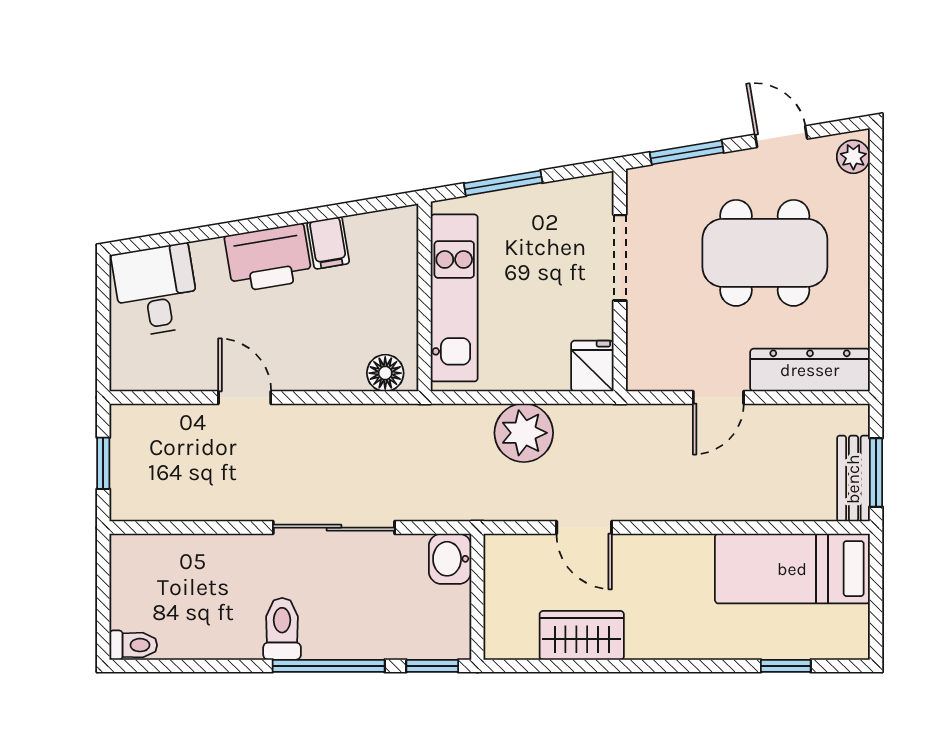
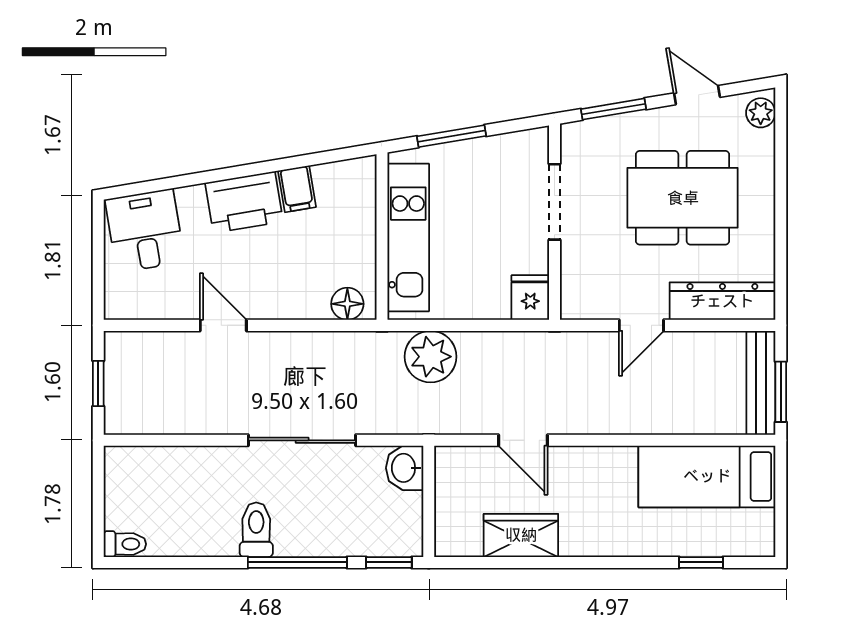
plant: (524, 433) -> (431, 357), moved
bench: (853, 479) -> (761, 383), width x1.36

